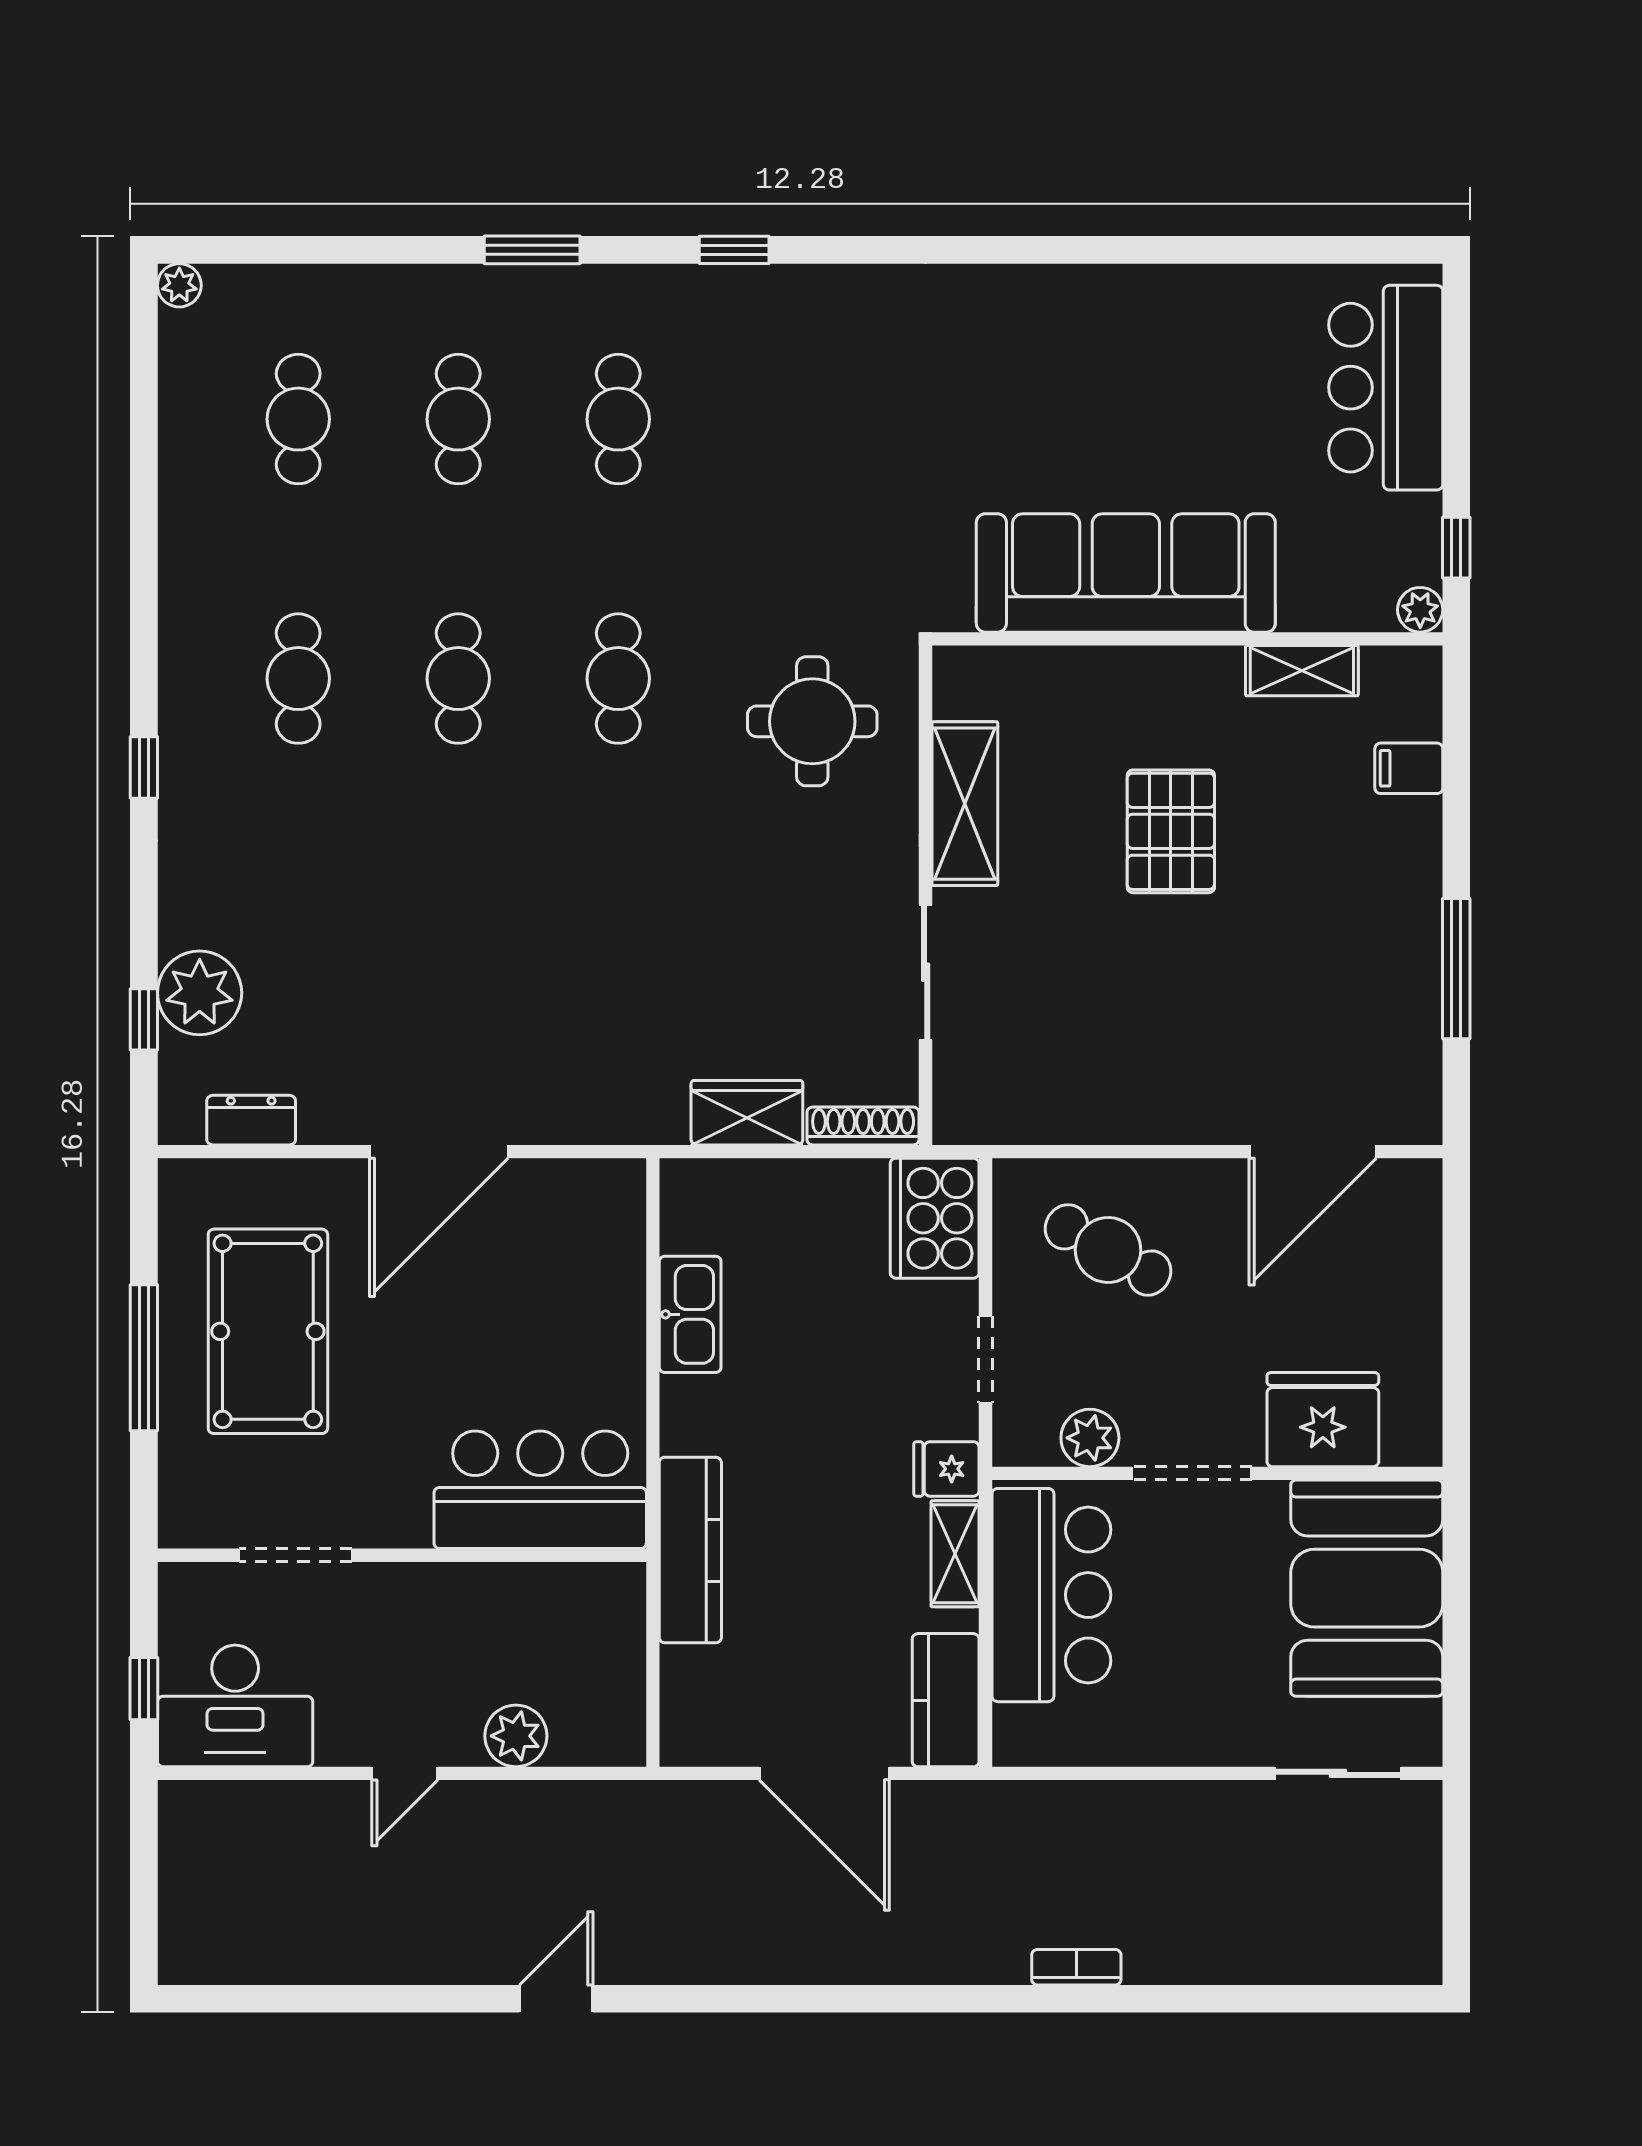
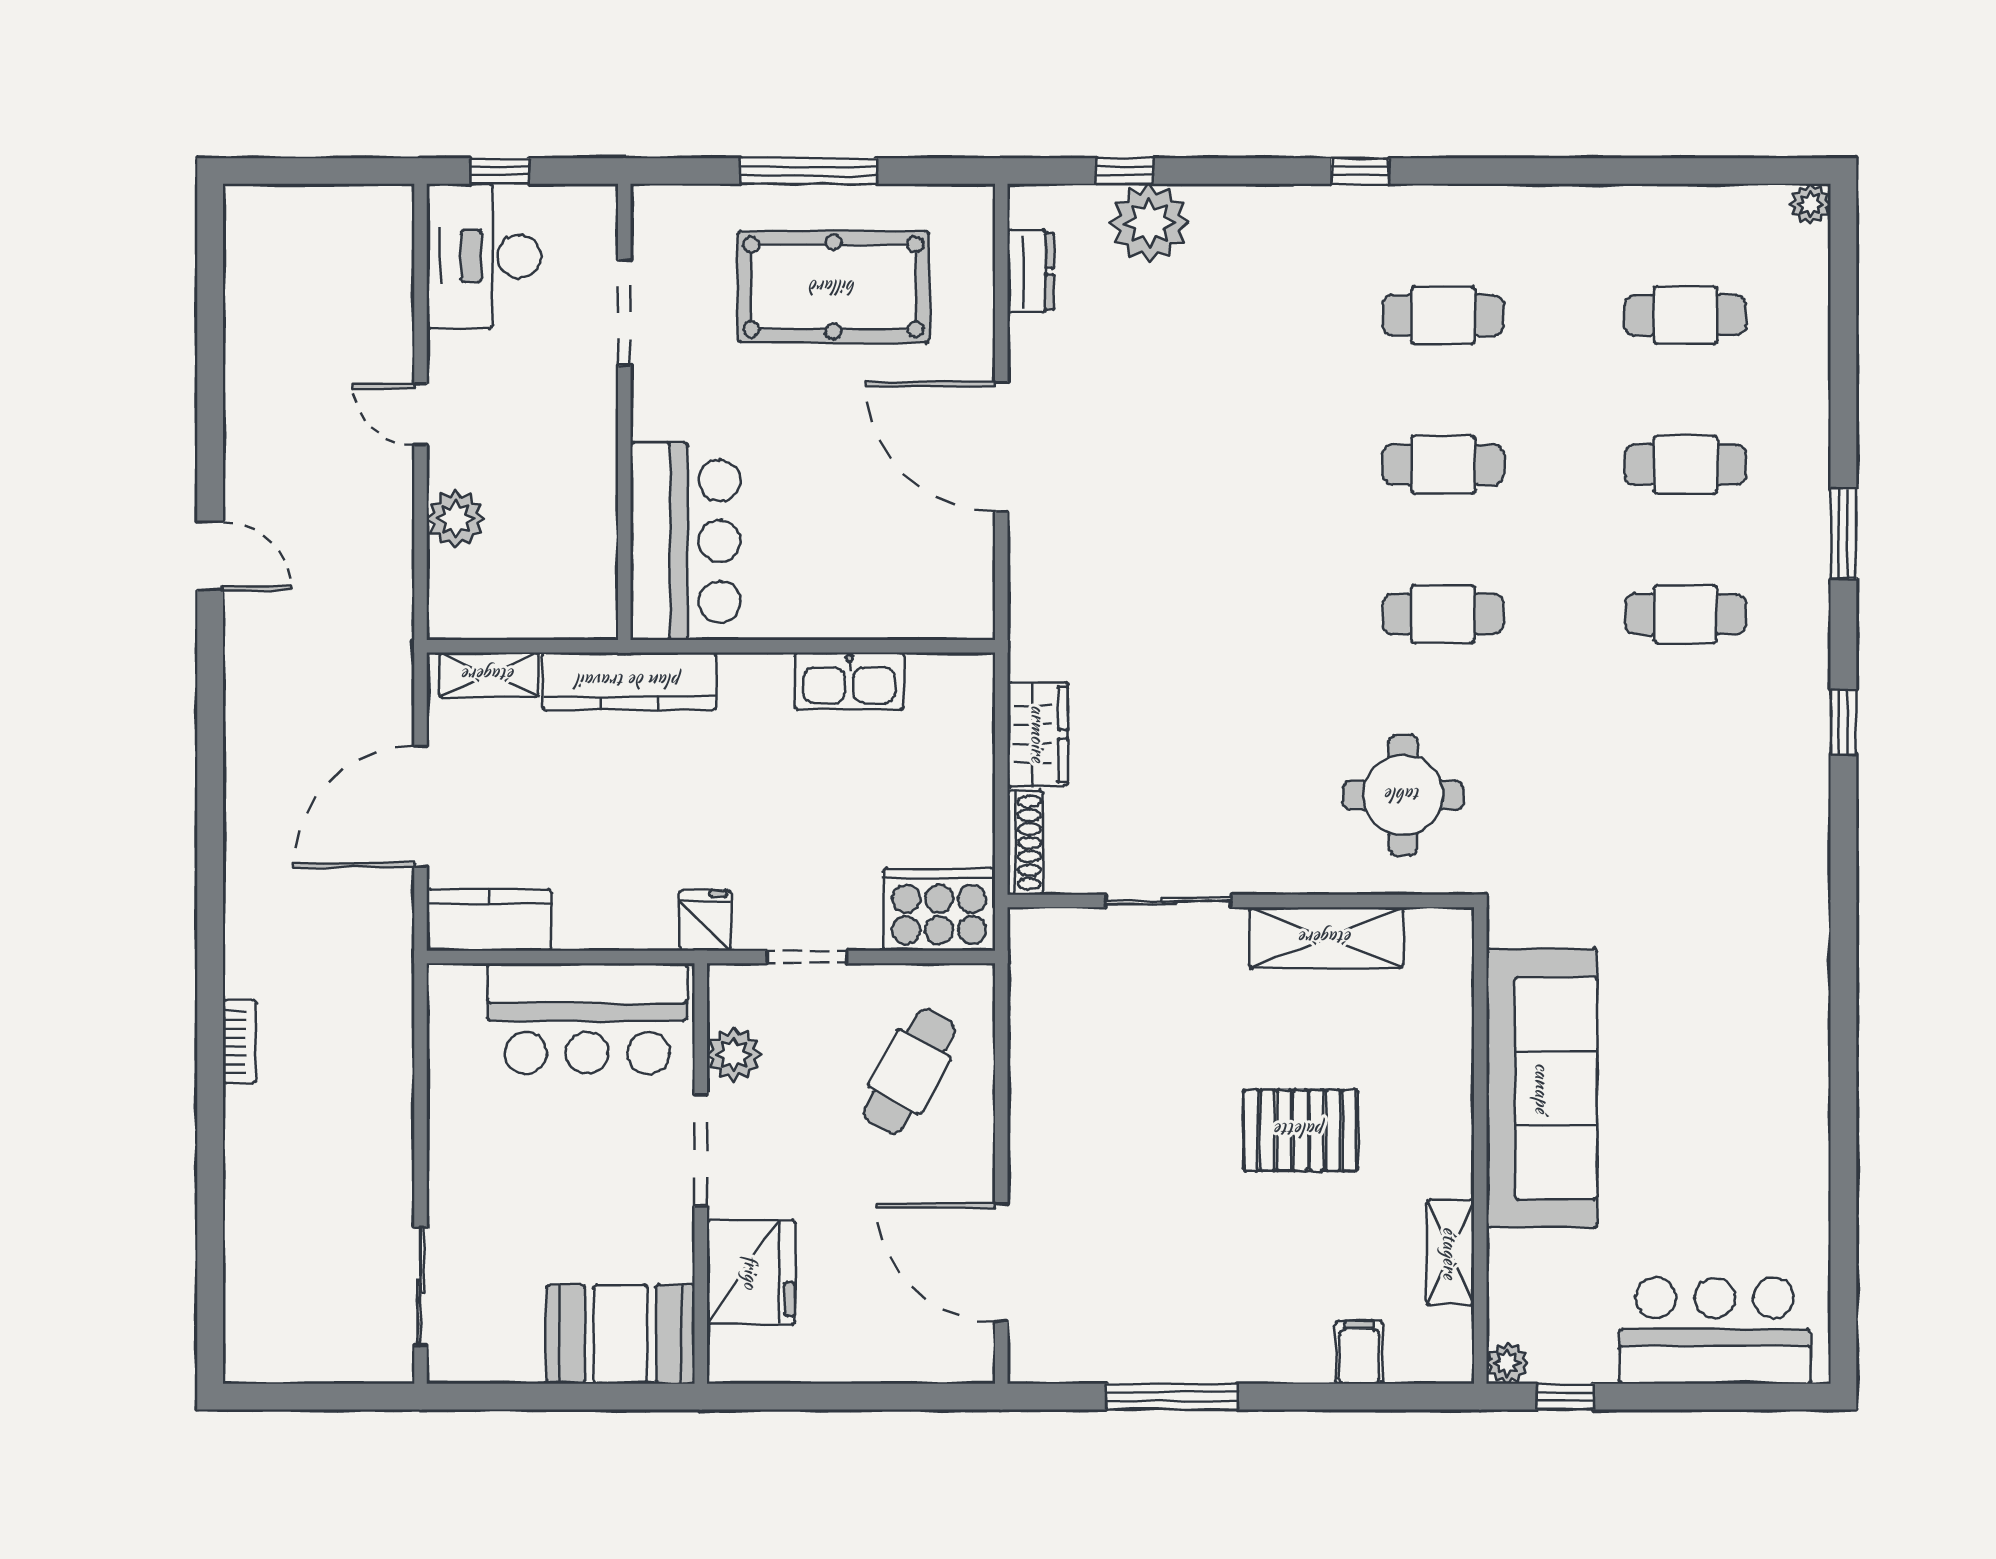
shelving: (955, 1554) -> (489, 675), moved
booth: (1367, 1588) -> (620, 1334), width x0.73, depth x0.70

